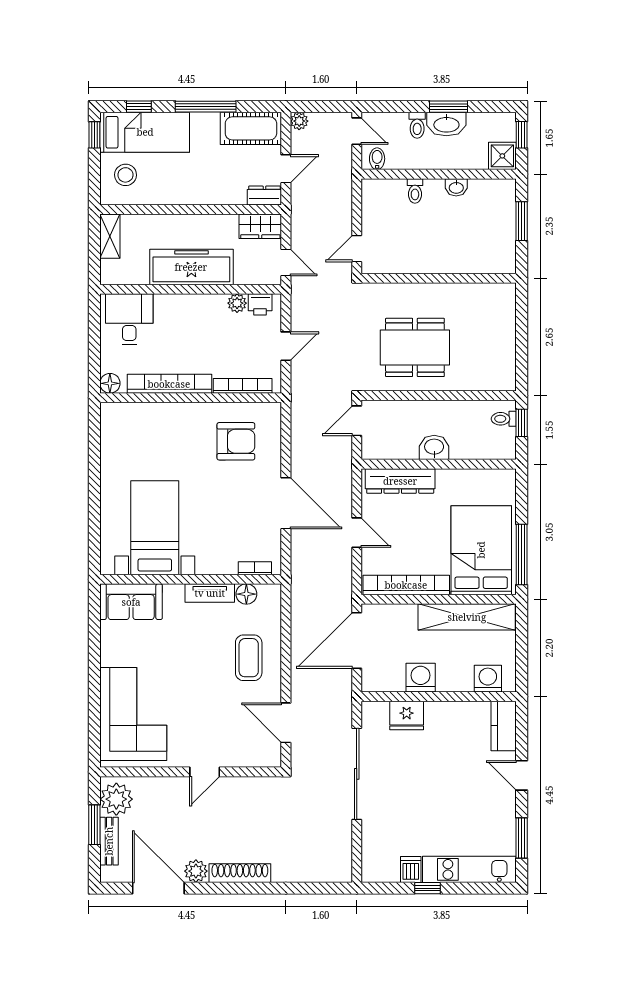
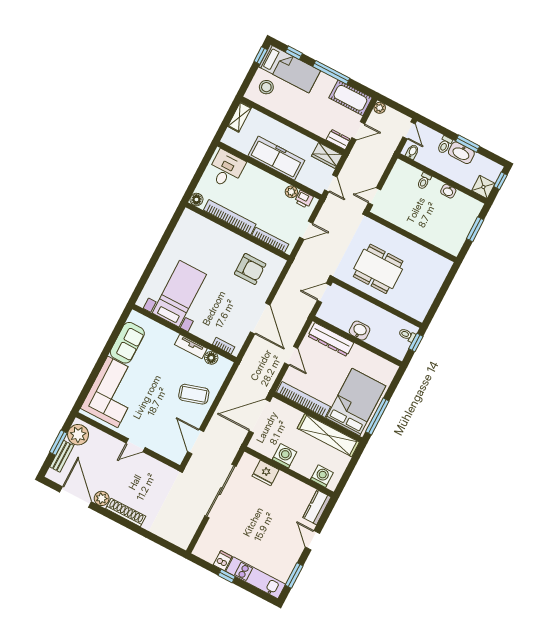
sofa: (131, 602) -> (127, 343), moved, turned -90
coffee table: (249, 658) -> (194, 394), turned 73

